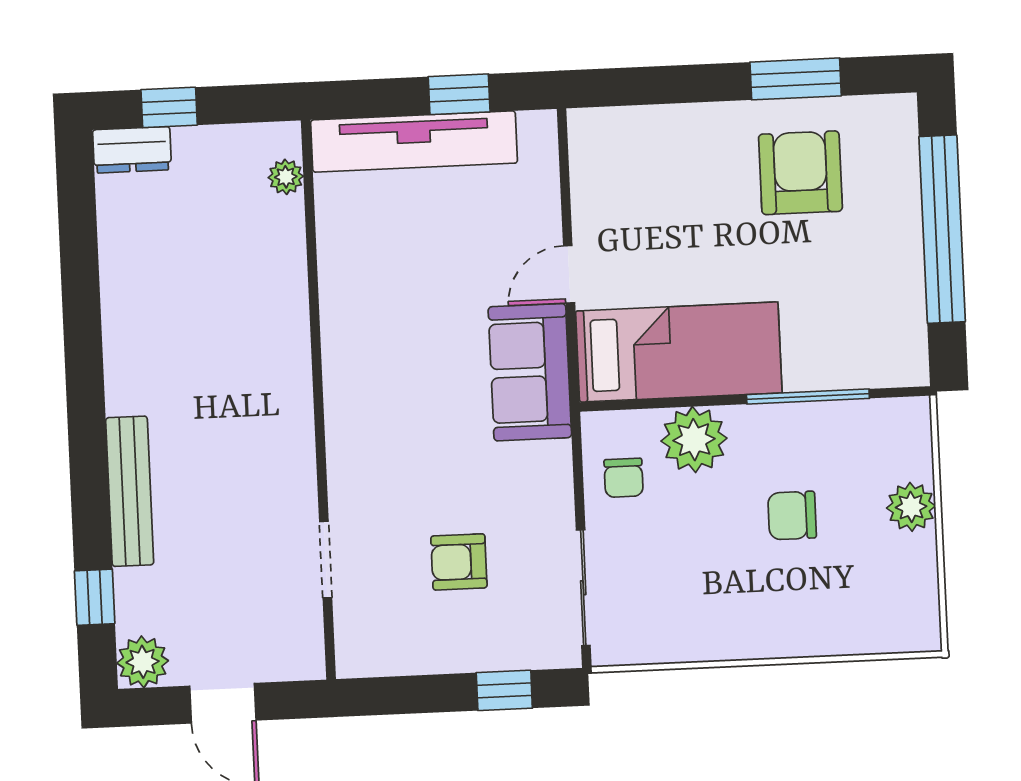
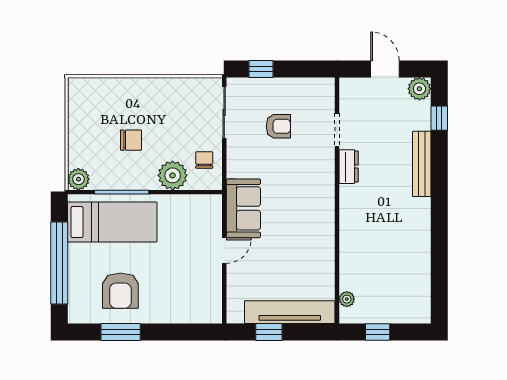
window: (169, 107) -> (378, 332), moved
dresser: (132, 150) -> (349, 167), moved, turned 90
bed: (679, 352) -> (112, 222), moved, turned 180
plant: (911, 507) -> (78, 179), moved

